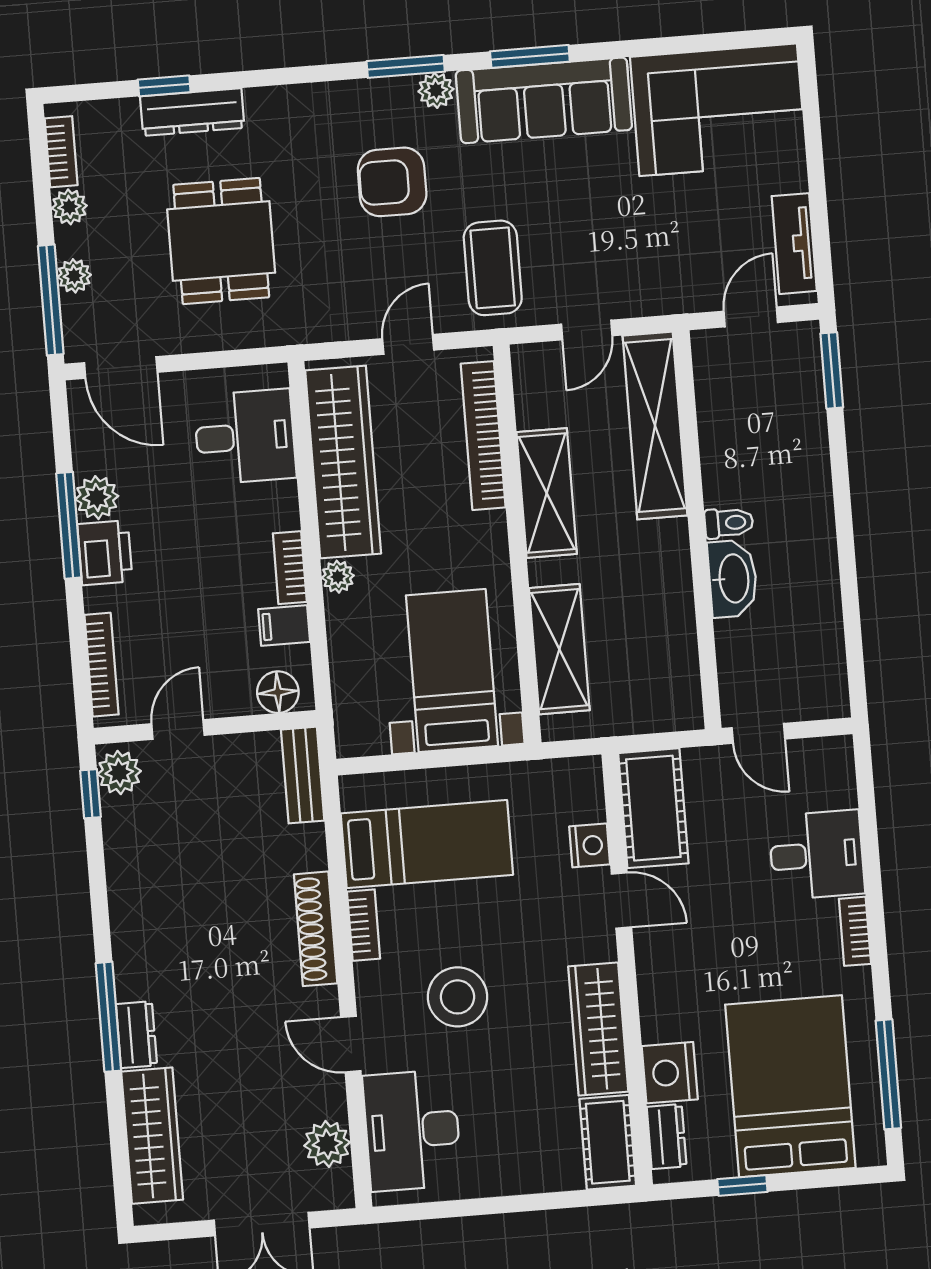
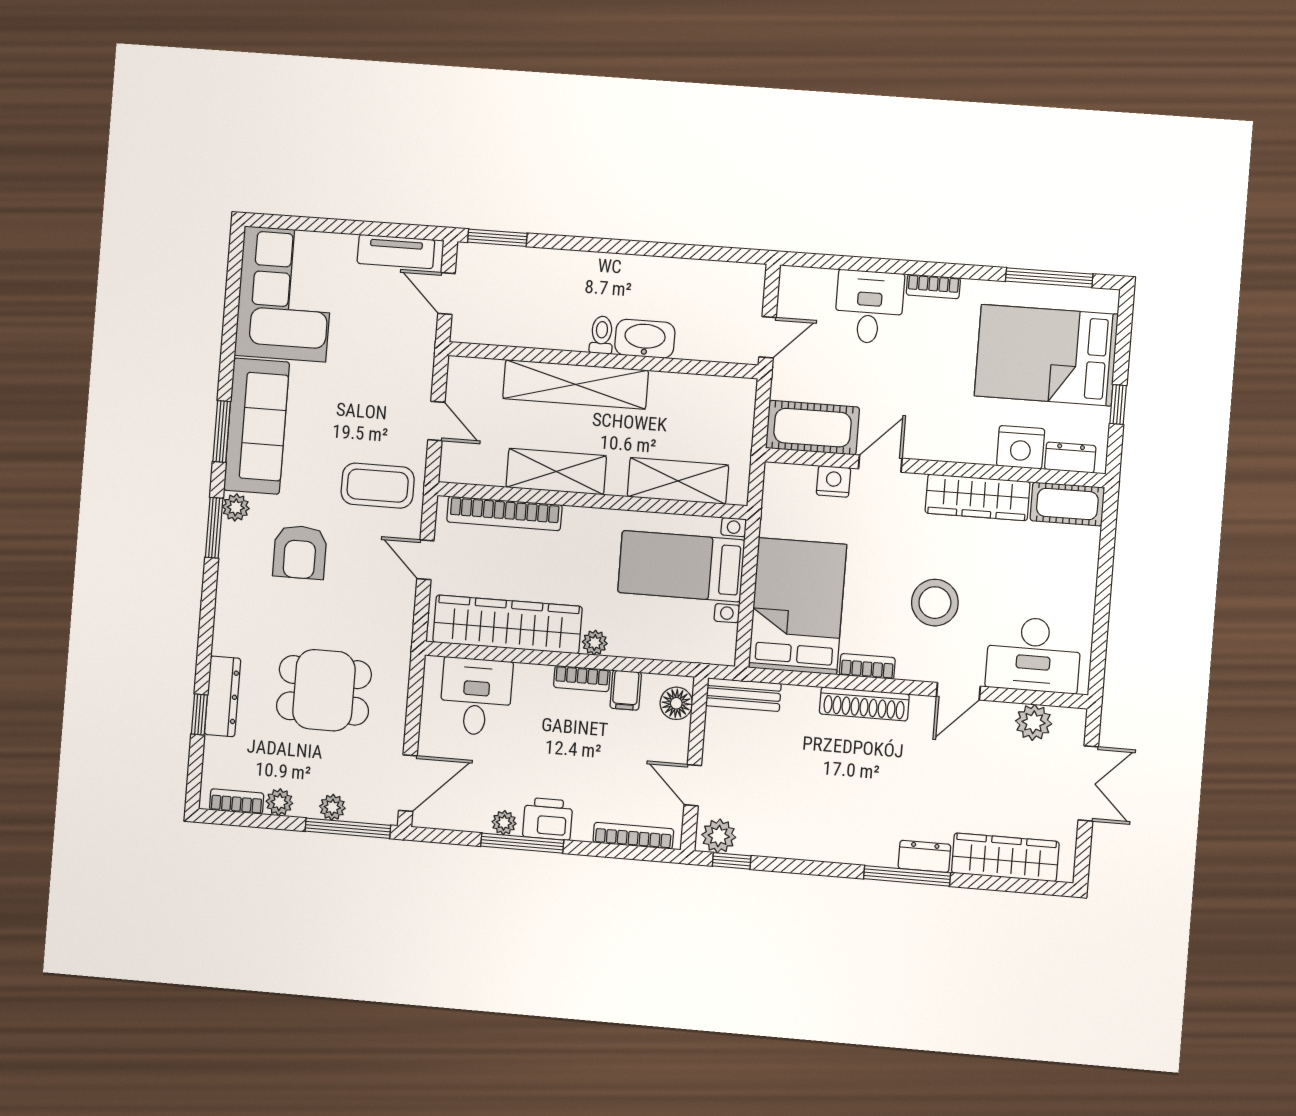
shelving: (655, 426) -> (576, 384), moved
plant: (97, 498) -> (504, 823), width x0.73, depth x0.73
bed: (427, 844) -> (798, 606), width x1.50

